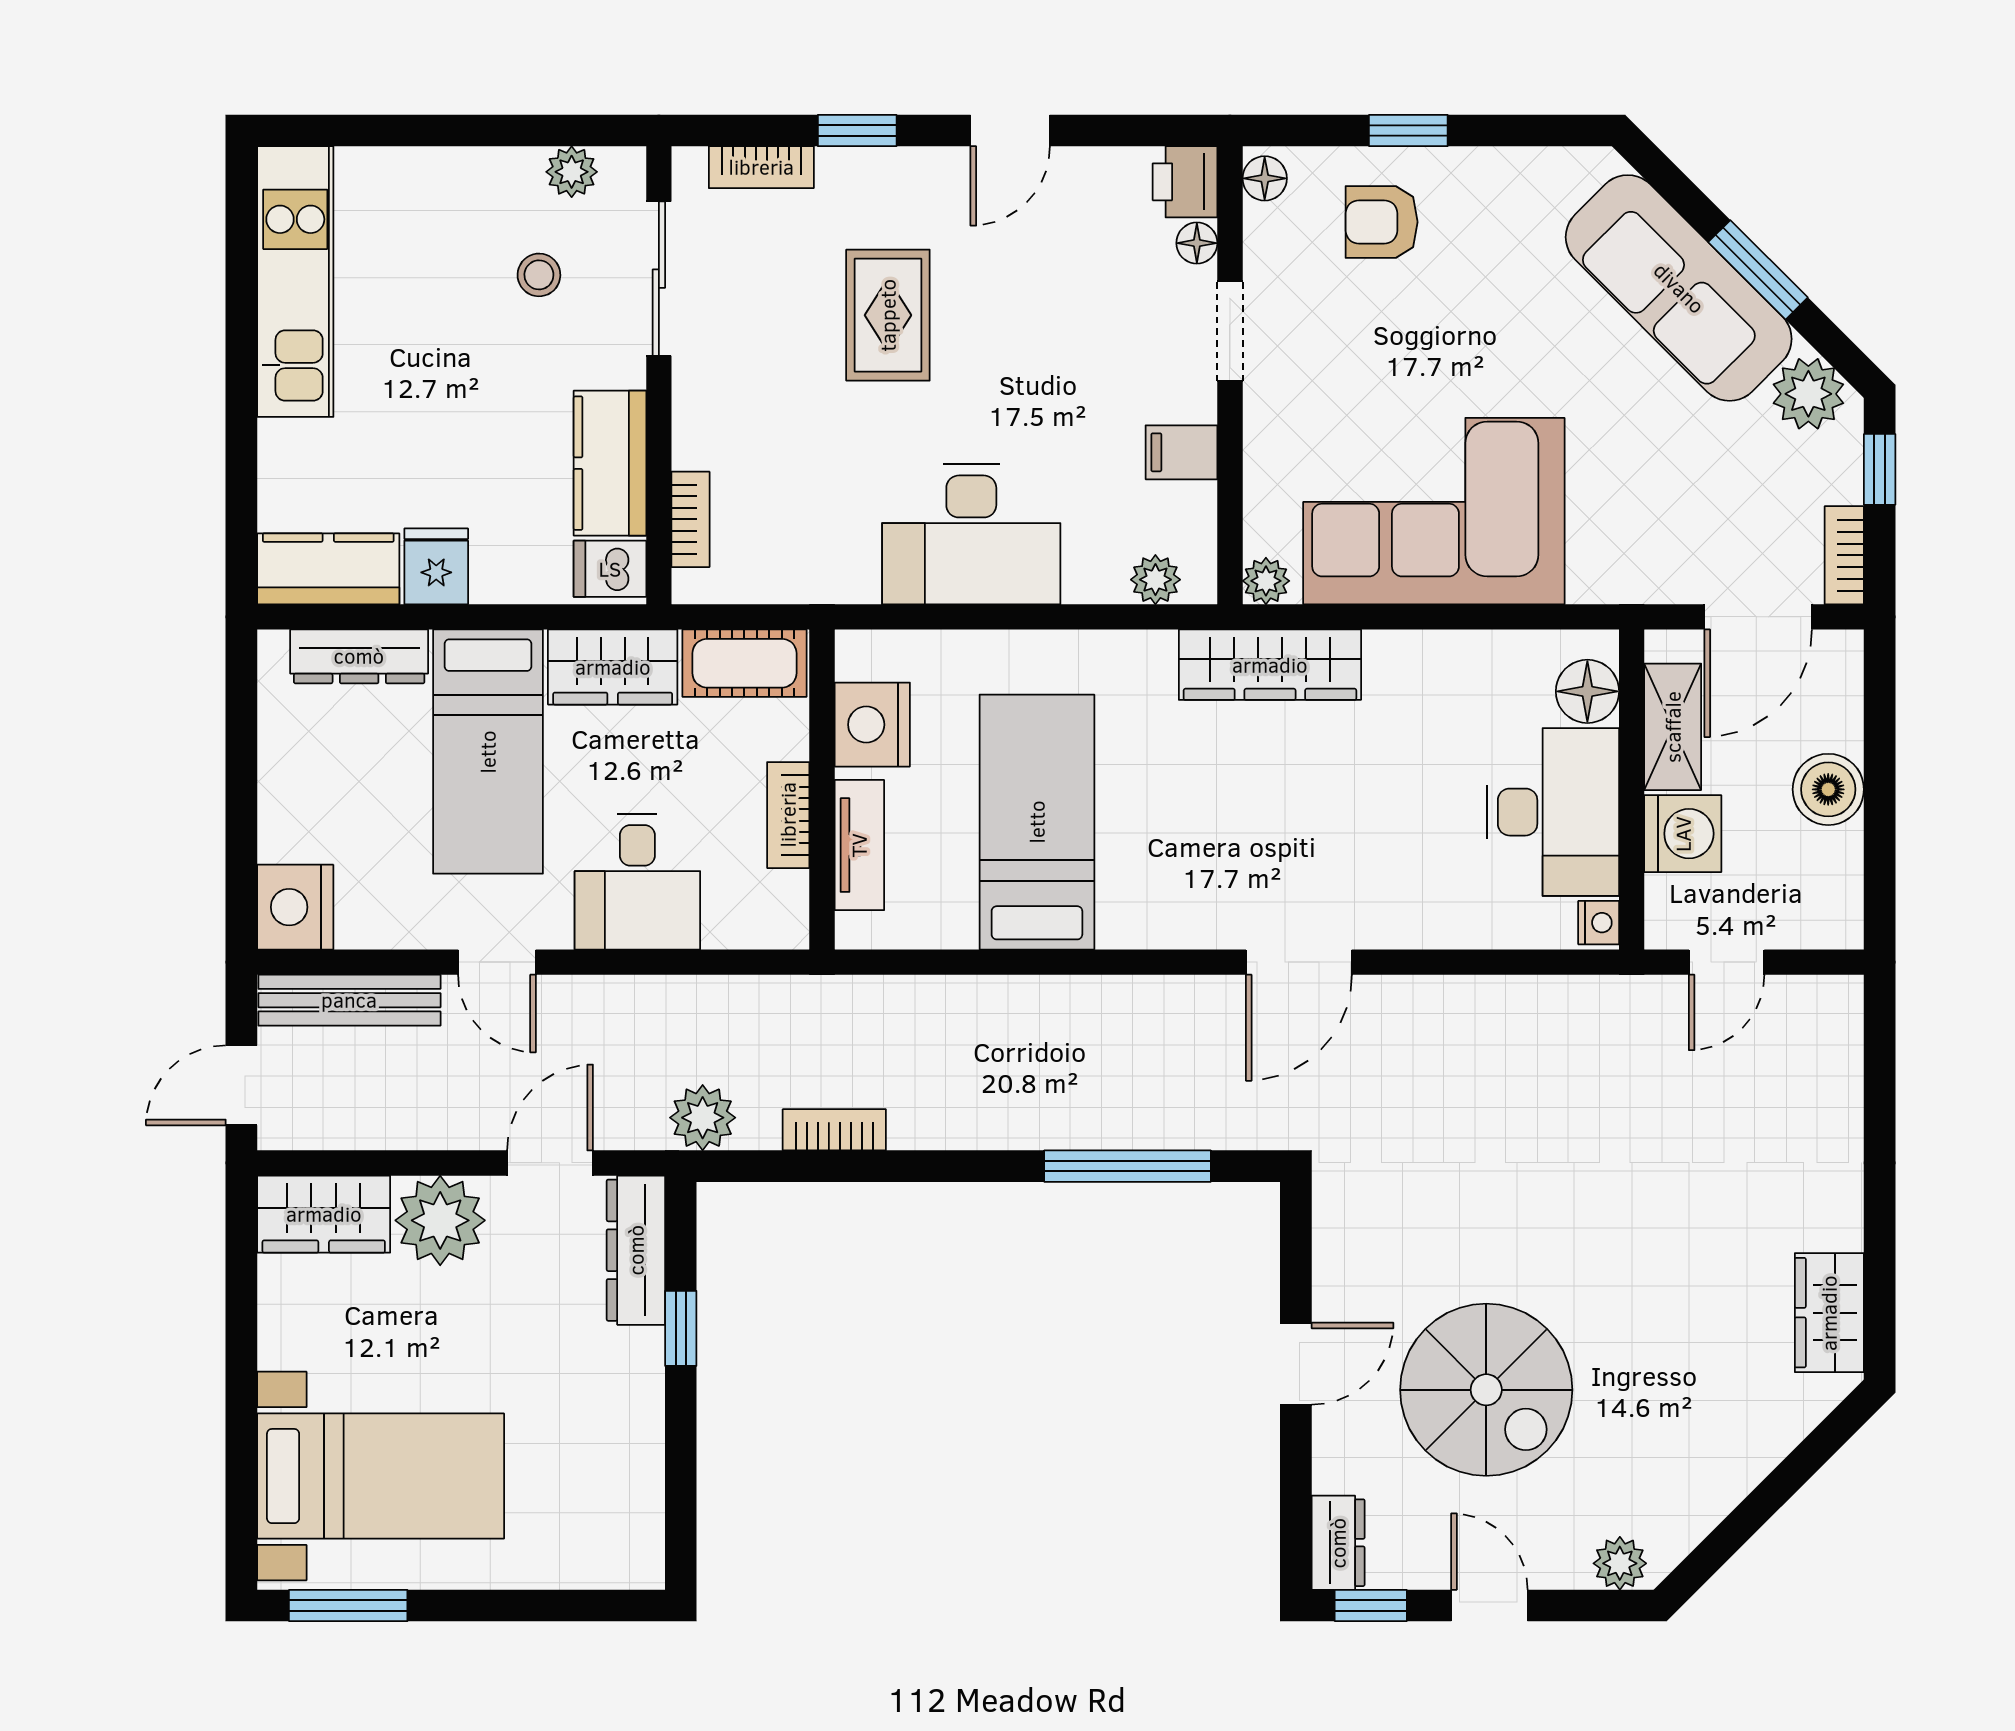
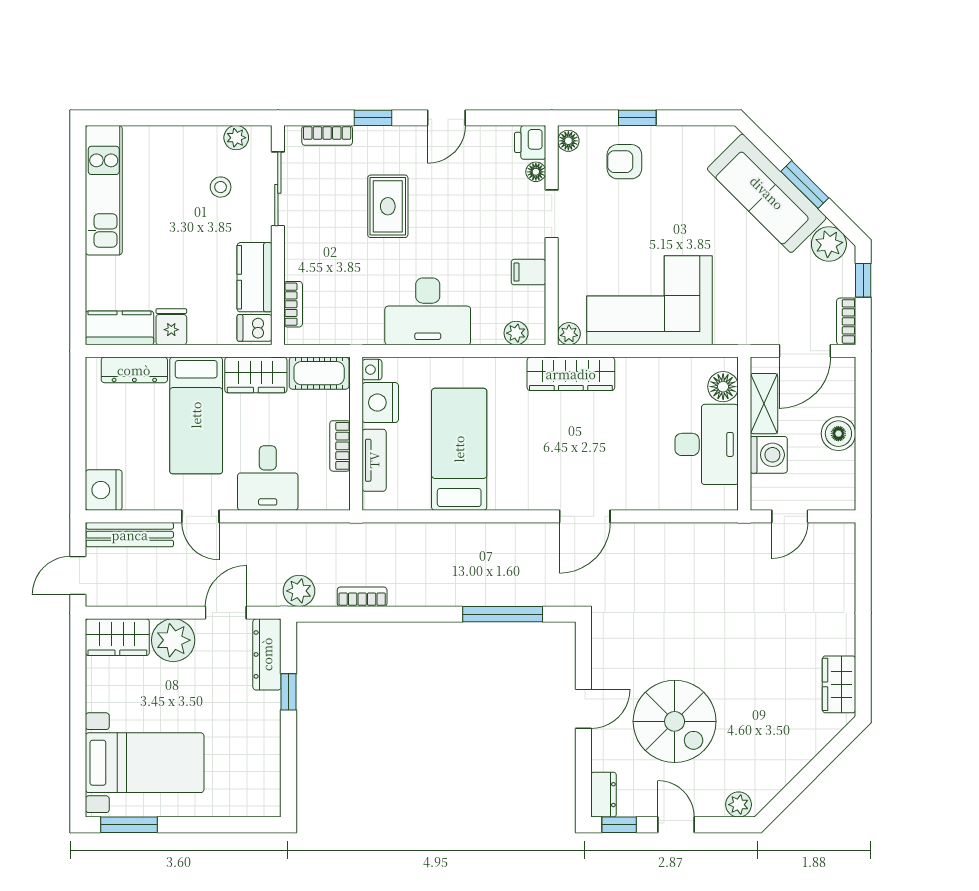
nightstand: (1599, 923) -> (372, 370), moved, turned 180

